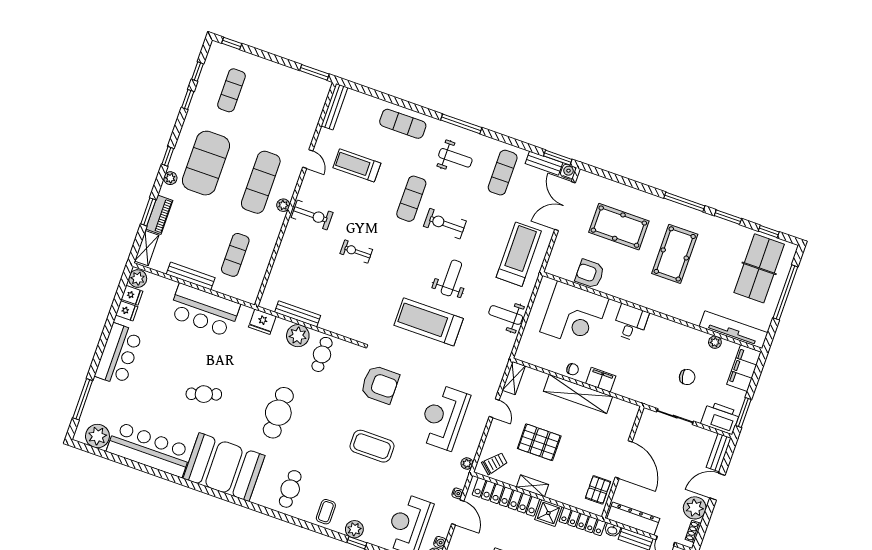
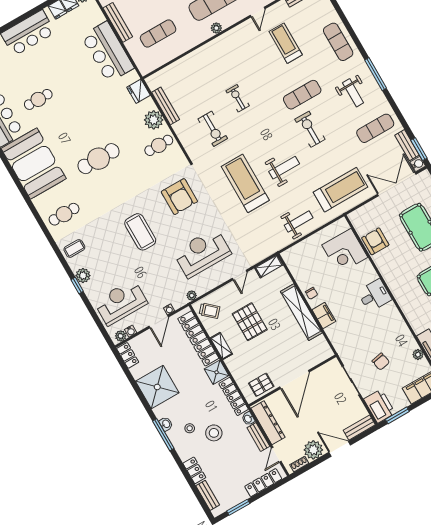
exercise bike: (312, 215) -> (213, 129), moved
weight bench: (506, 315) -> (299, 221), turned 90
corner desk: (574, 315) -> (345, 251), width x0.74, depth x0.74
cafe table: (204, 394) -> (38, 99), moved, turned -72

